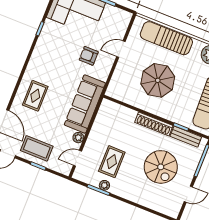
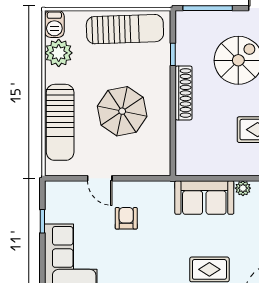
armchair: (89, 56) -> (126, 218), turned 180
sofa: (85, 104) -> (204, 197), width x0.73
bench: (186, 137) -> (184, 43), removed

